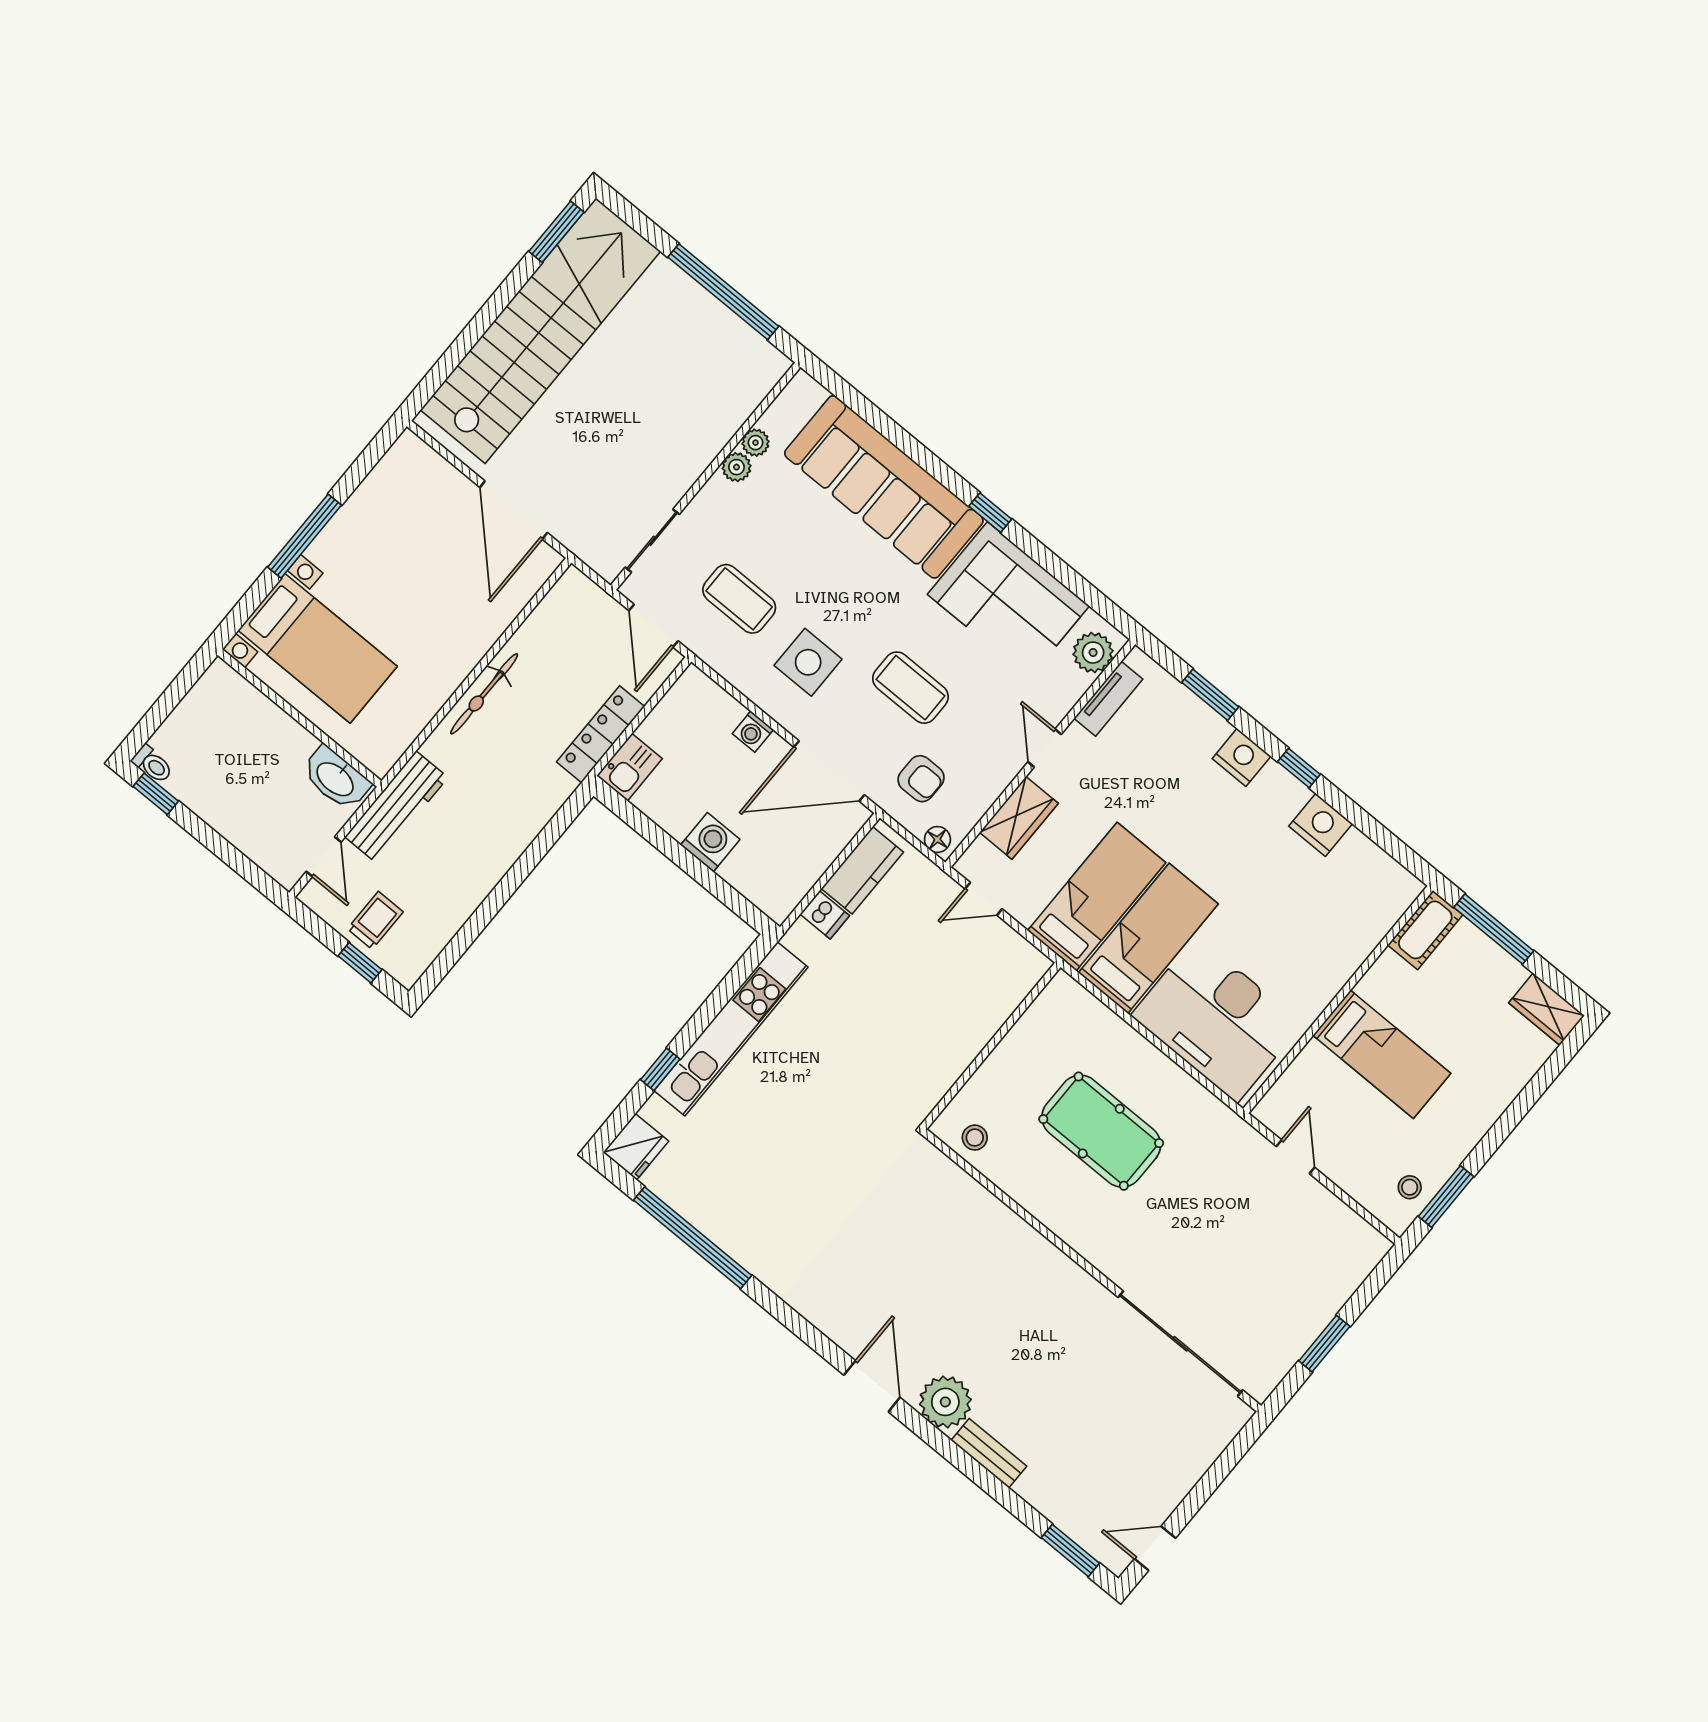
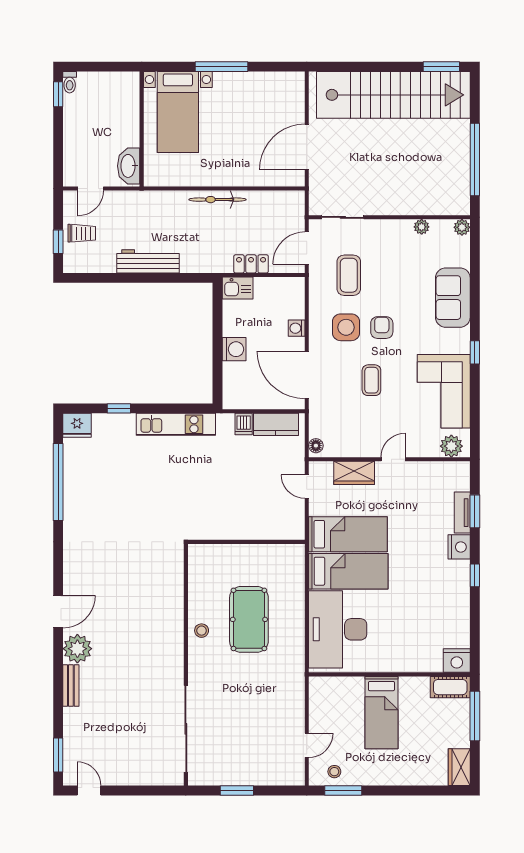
plant: (737, 467) -> (462, 227), moved
sofa: (884, 487) -> (453, 298), width x0.54, depth x0.79
coffee table: (910, 688) -> (371, 380), width x0.73, depth x0.77
tv unit: (1108, 699) -> (462, 513), moved, turned 90
locker: (601, 734) -> (251, 264), width x0.66
armchair: (921, 779) -> (382, 328), moved, turned 180
workbench: (396, 807) -> (148, 261), moved, turned 180
nightstand: (1321, 825) -> (457, 661), moved, turned 90
kitchen unit: (731, 1029) -> (176, 424), width x0.73
stool: (975, 1138) -> (202, 631), moved
door: (1295, 1157) -> (307, 745), moved

